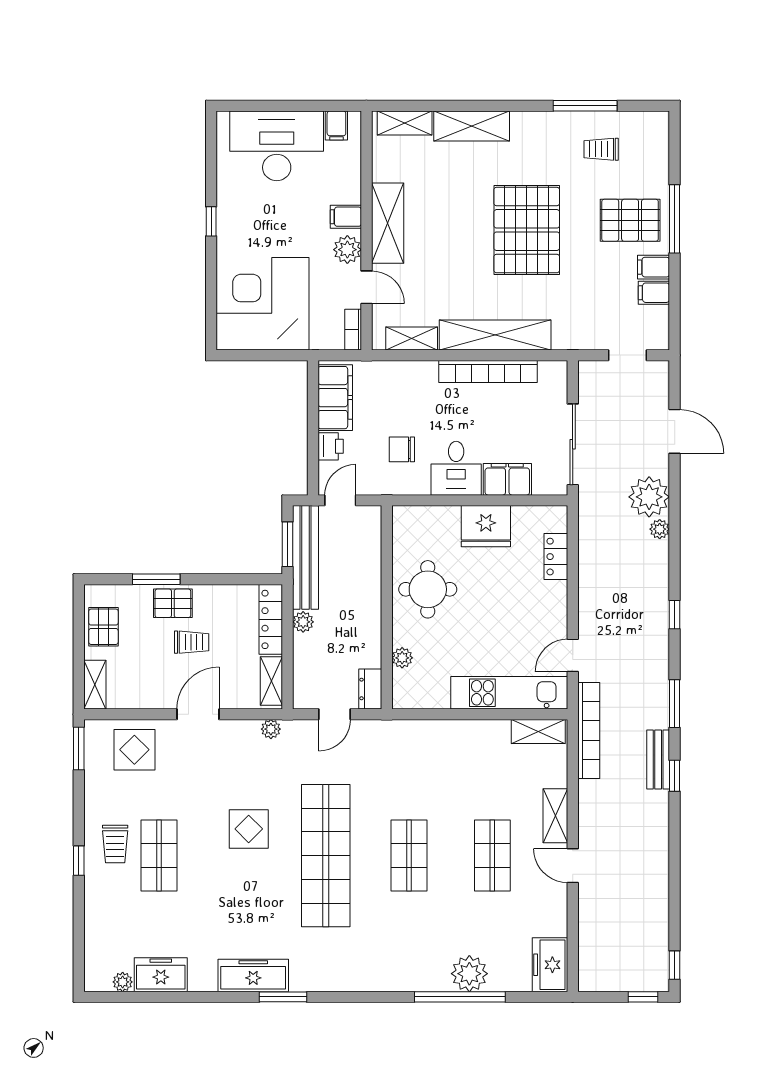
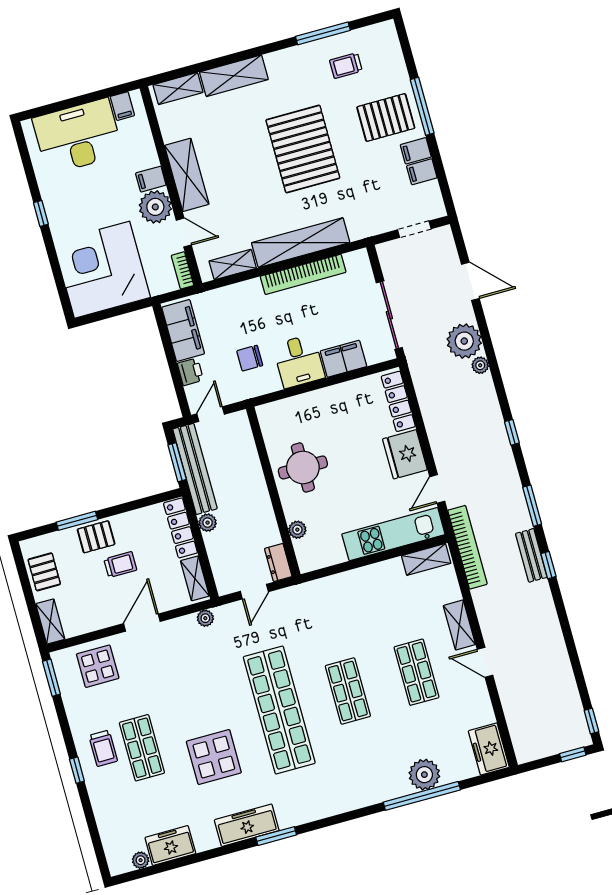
plant: (347, 250) -> (155, 207), width x1.36, depth x1.36
fridge: (486, 526) -> (405, 454), moved, turned 90
locker: (556, 557) -> (398, 401), width x1.53
display table: (249, 829) -> (214, 757), moved, width x1.36, depth x1.36

